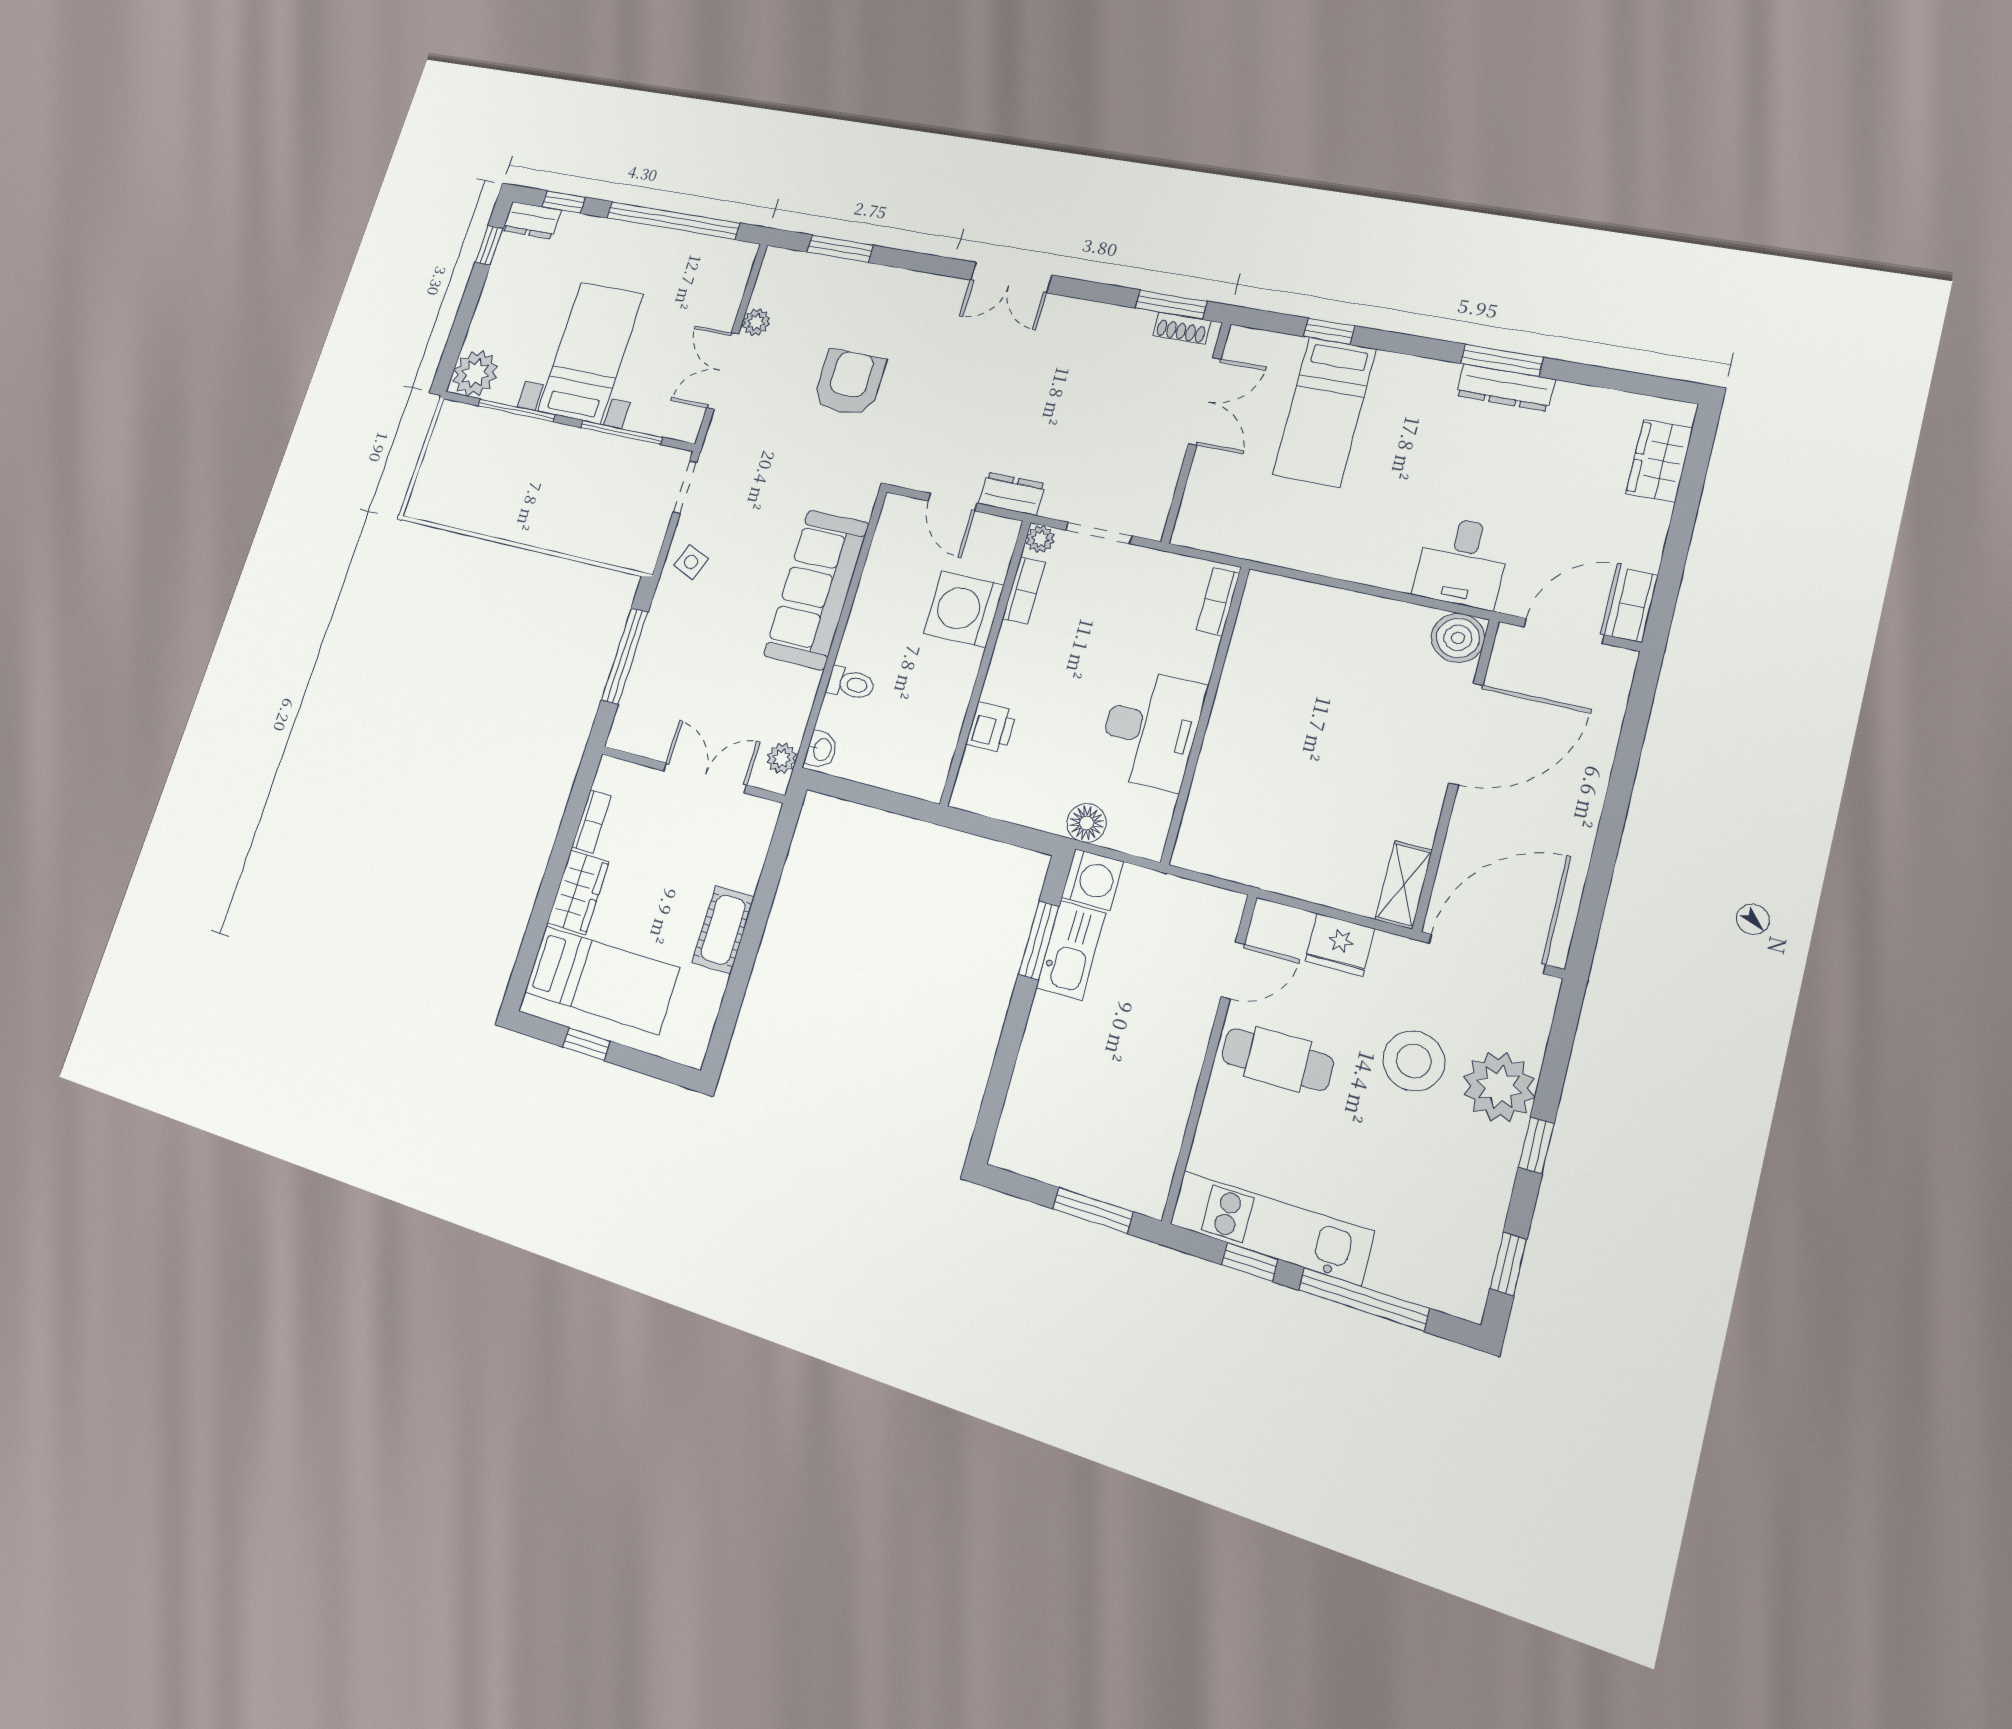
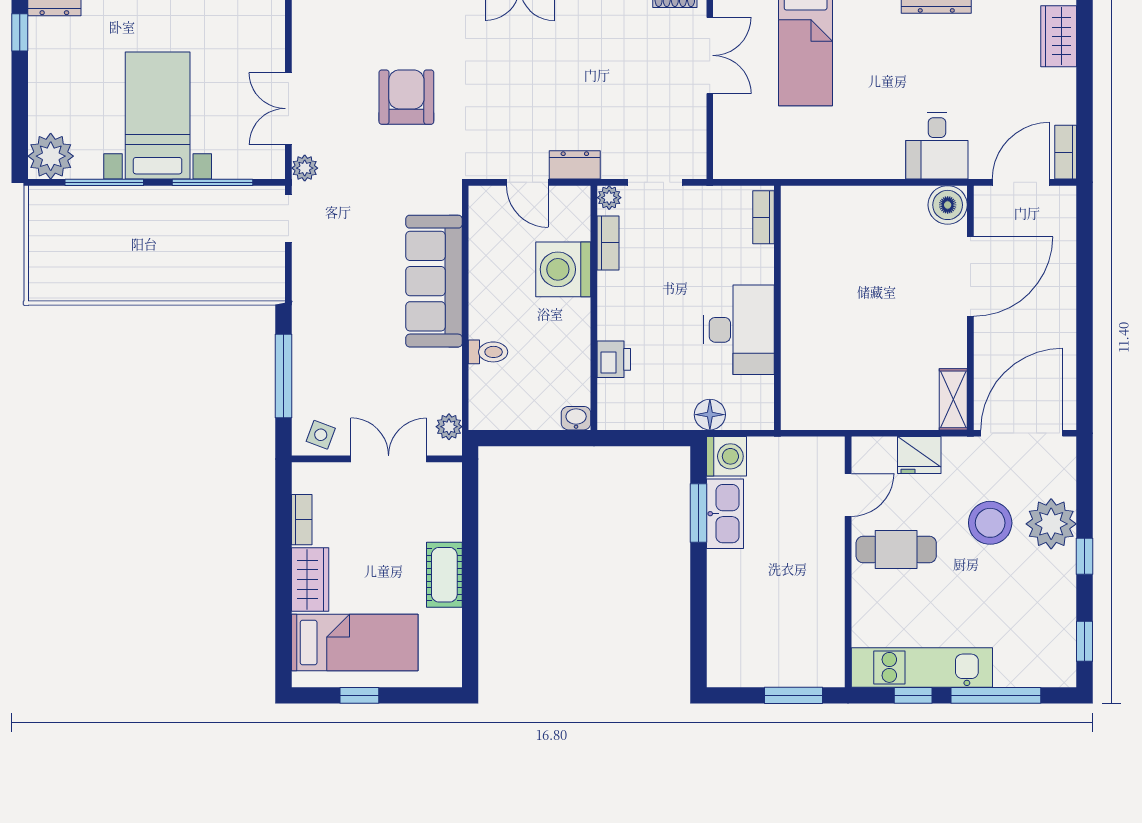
plant: (756, 322) -> (305, 168), moved
side table: (691, 562) -> (321, 435), moved
washbasin: (822, 749) -> (576, 418), moved, turned -90

